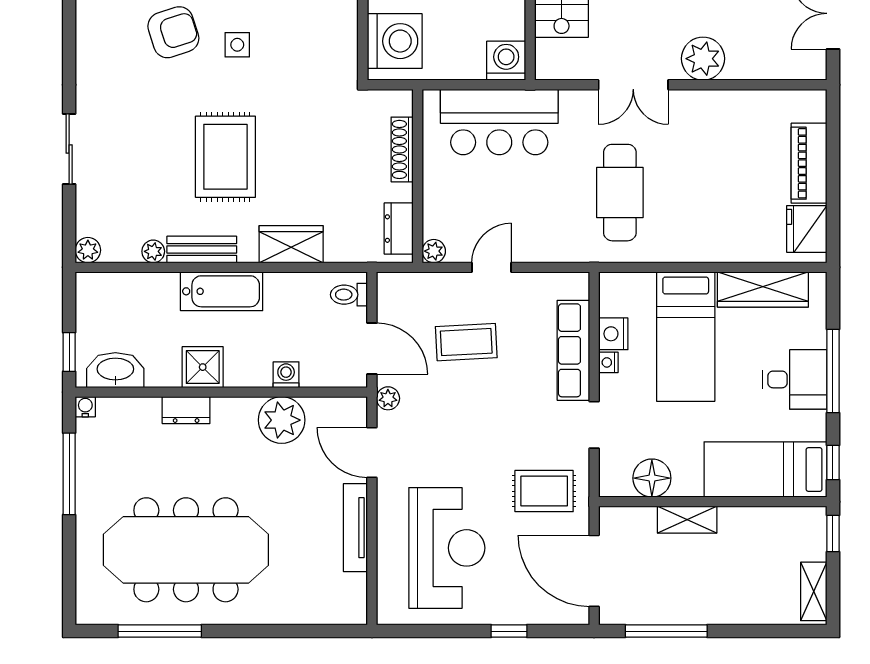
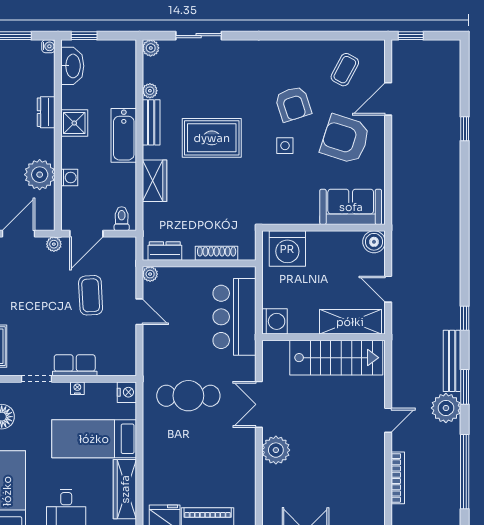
sliding door: (69, 149) -> (199, 36), moved
nightstand: (613, 334) -> (127, 392), moved, turned 90
row of seats: (573, 350) -> (75, 365), width x0.68

